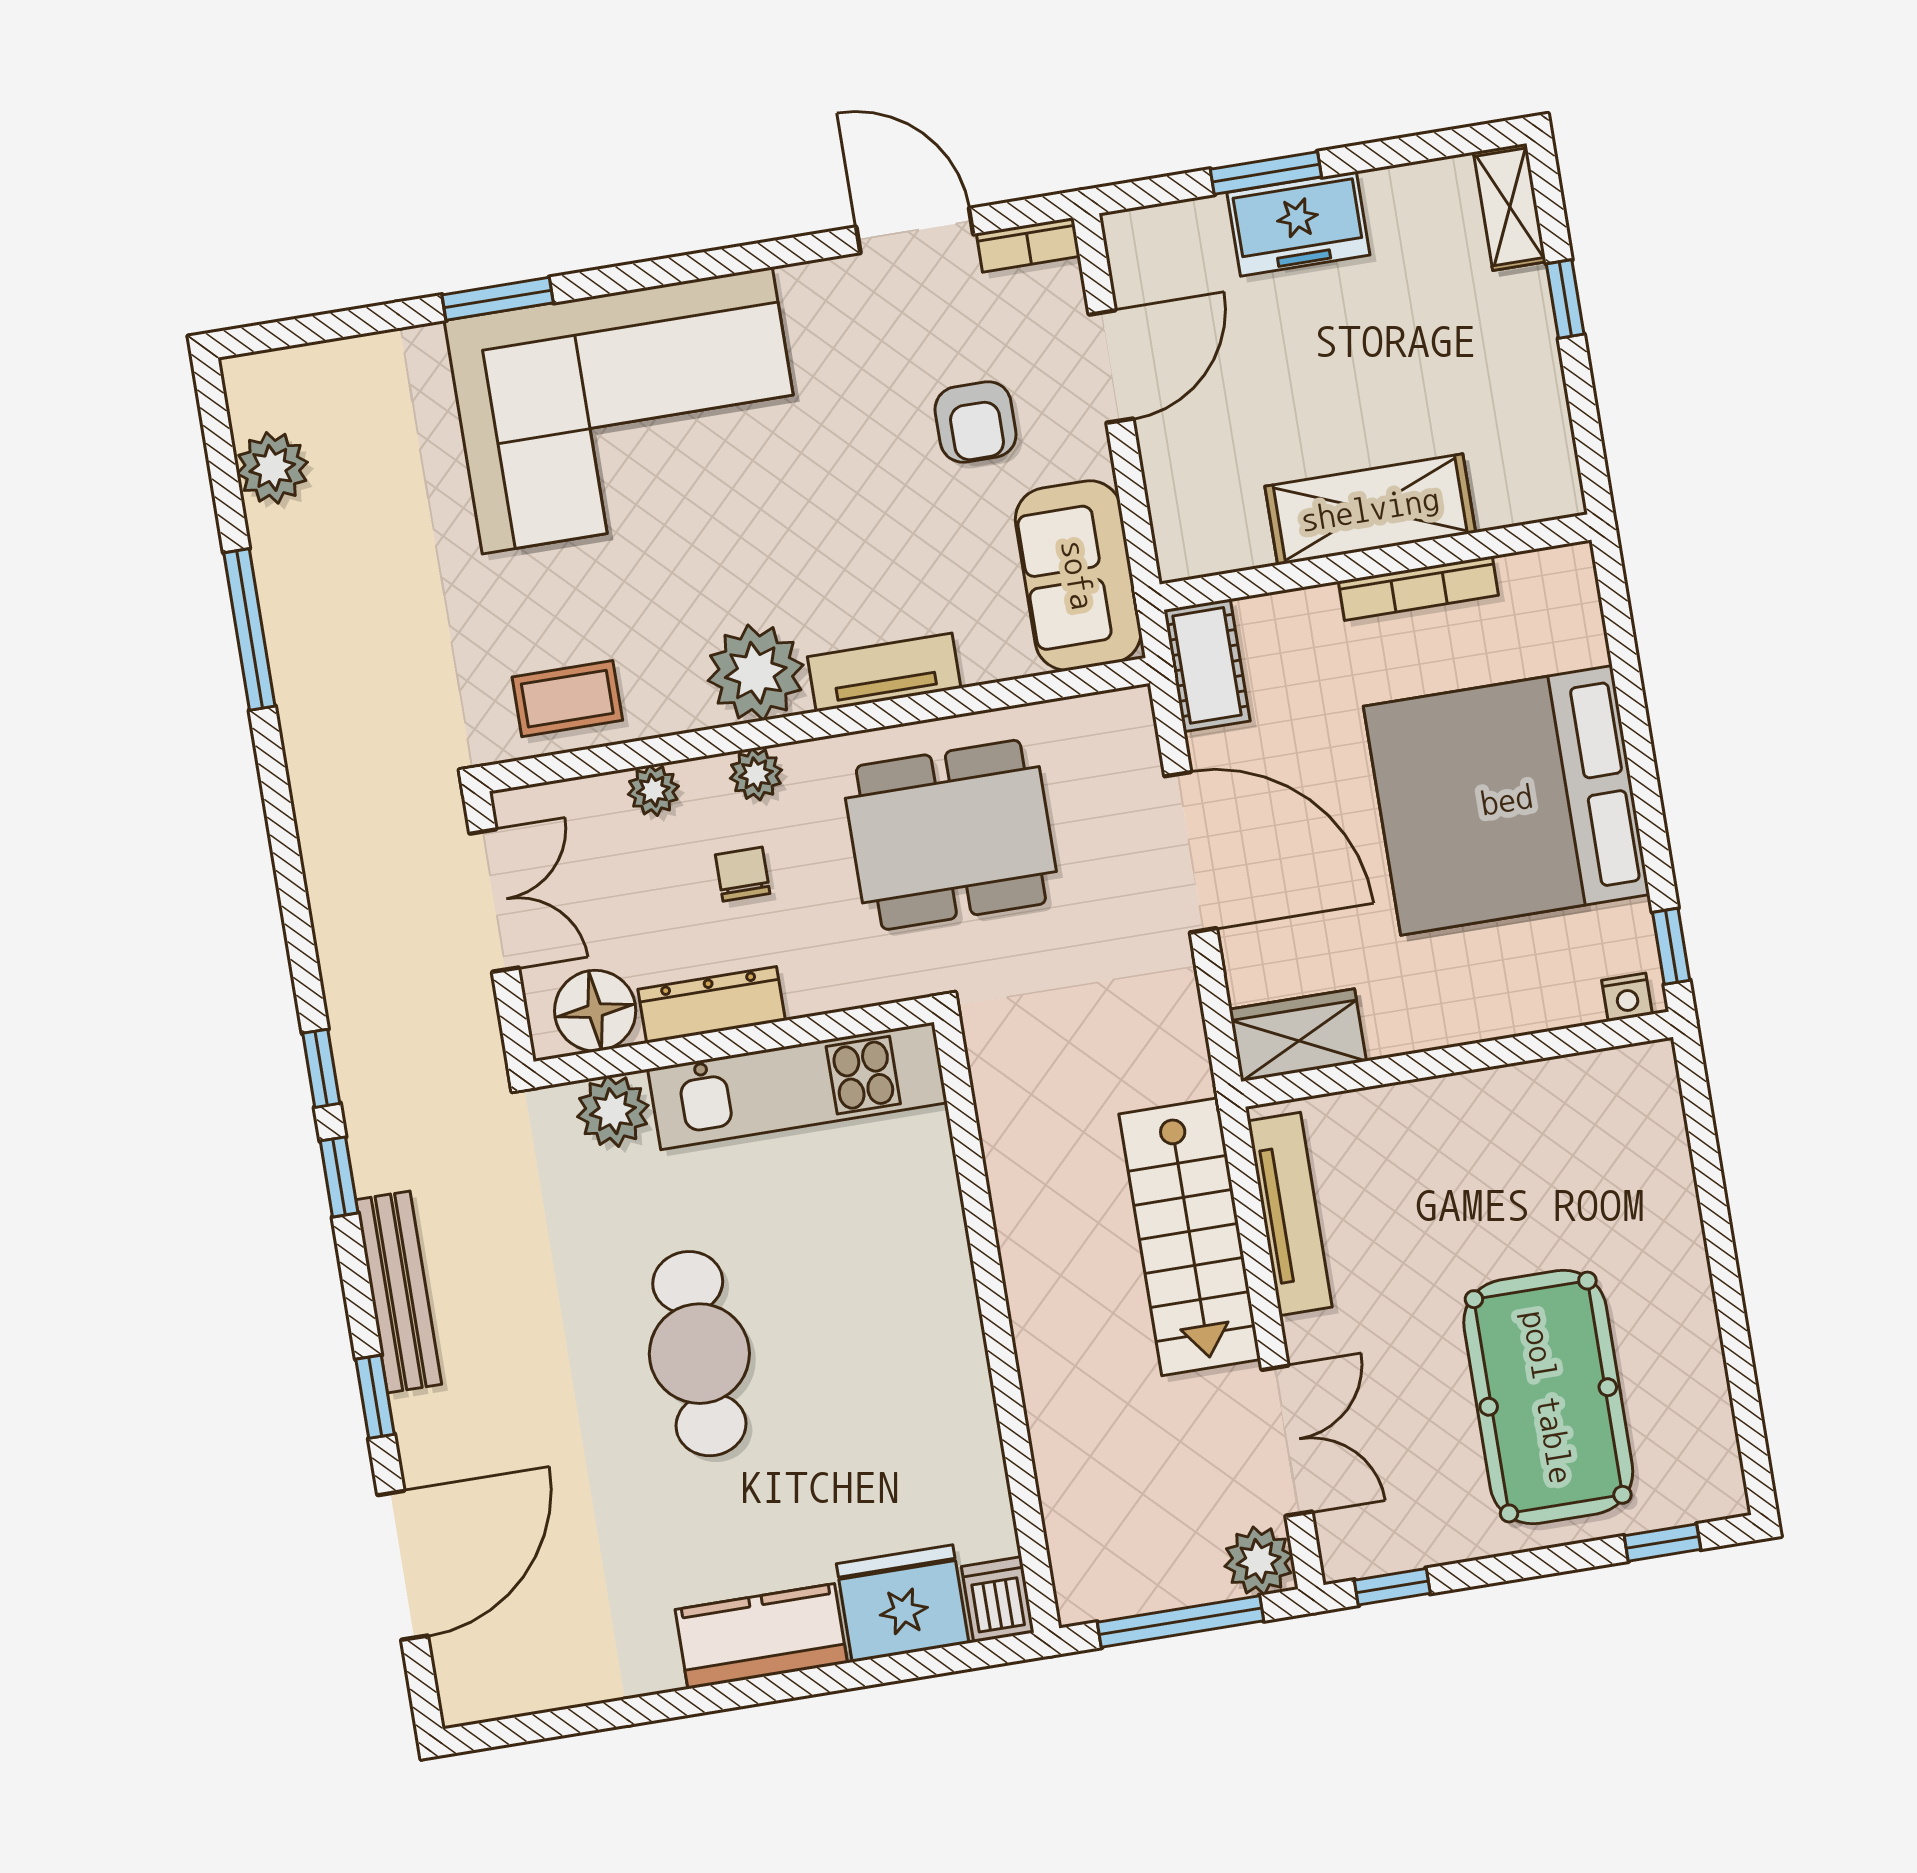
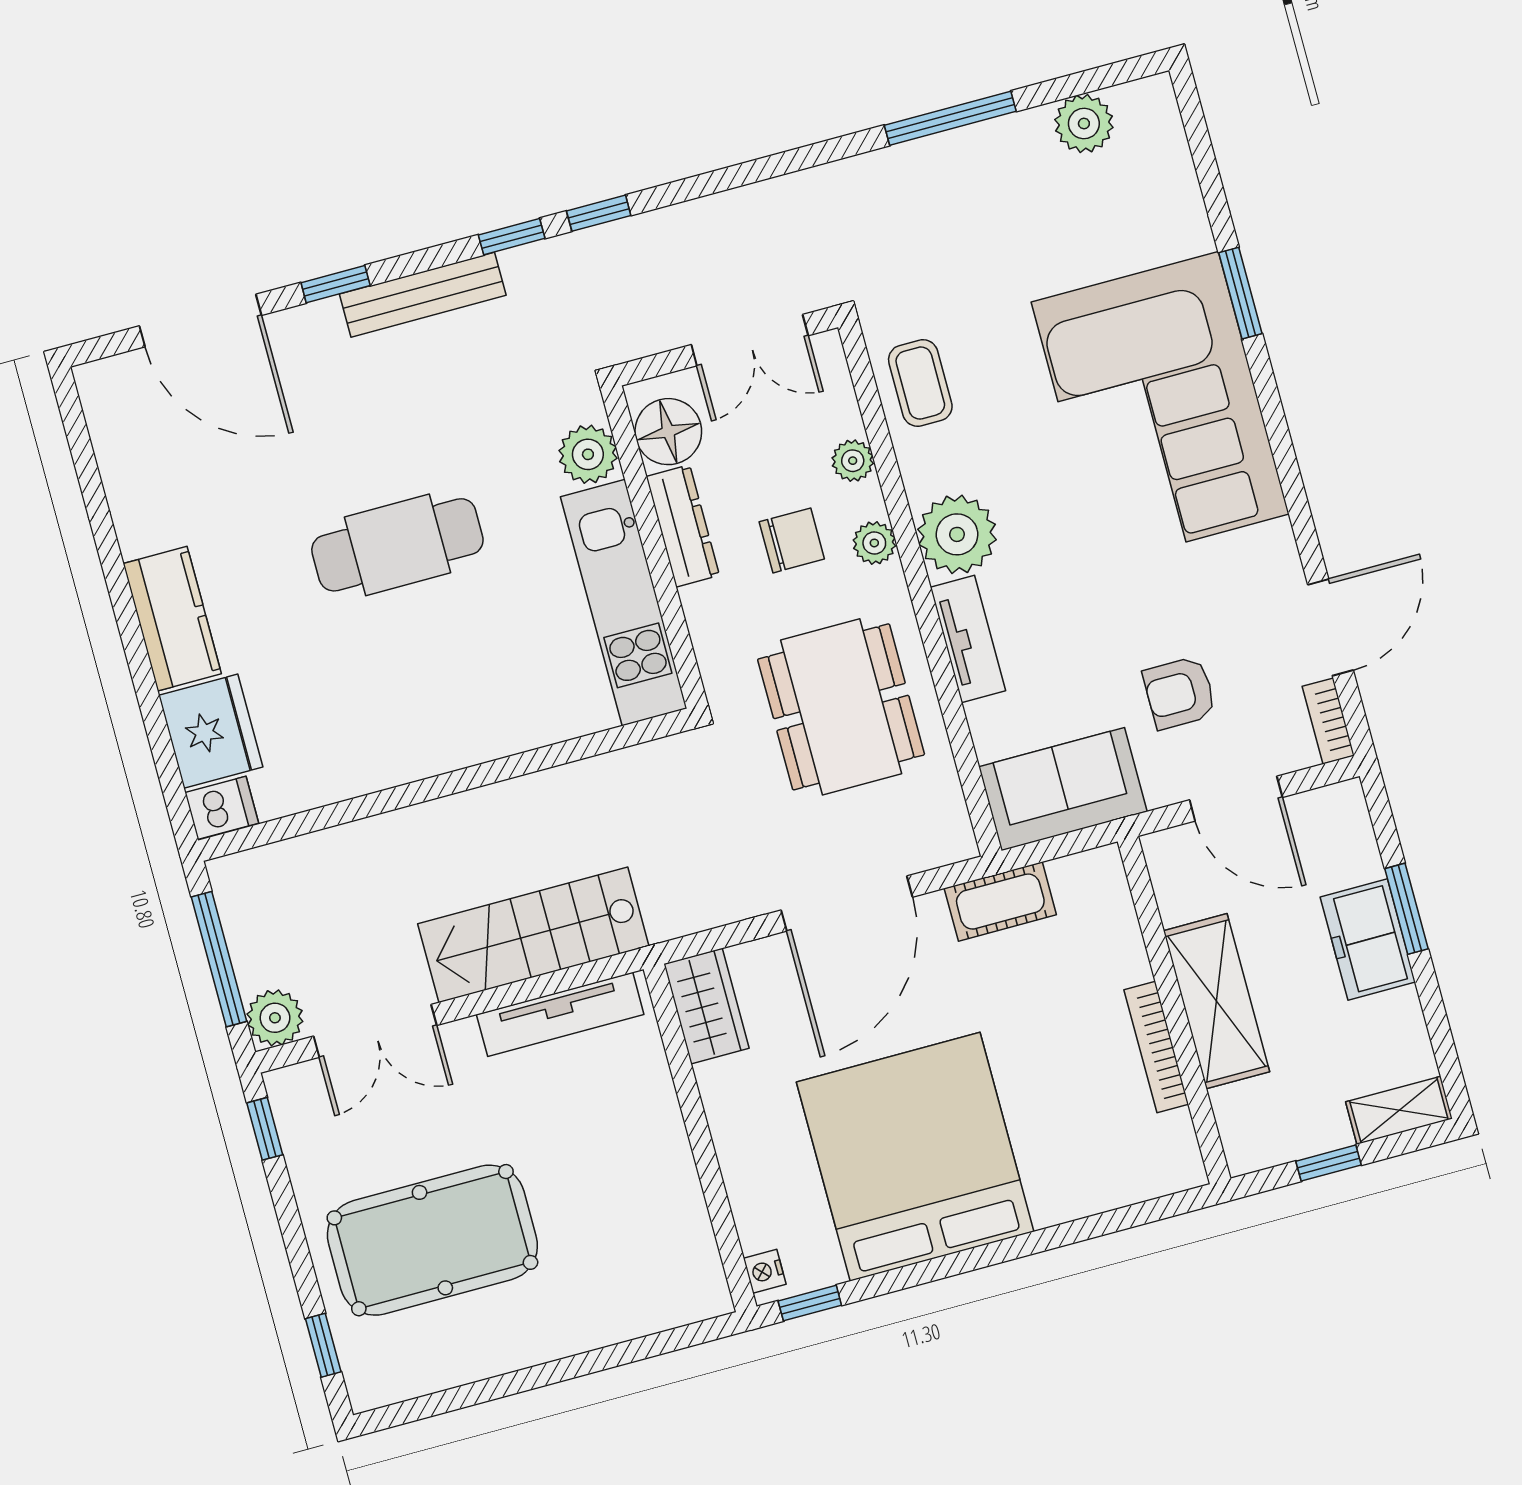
shelving: (1370, 509) -> (1217, 1001), moved
wall: (1376, 562) -> (1174, 1010), moved
bookcase: (1418, 588) -> (1156, 1047), moved
chair: (743, 874) -> (792, 540), width x1.37, depth x1.37

